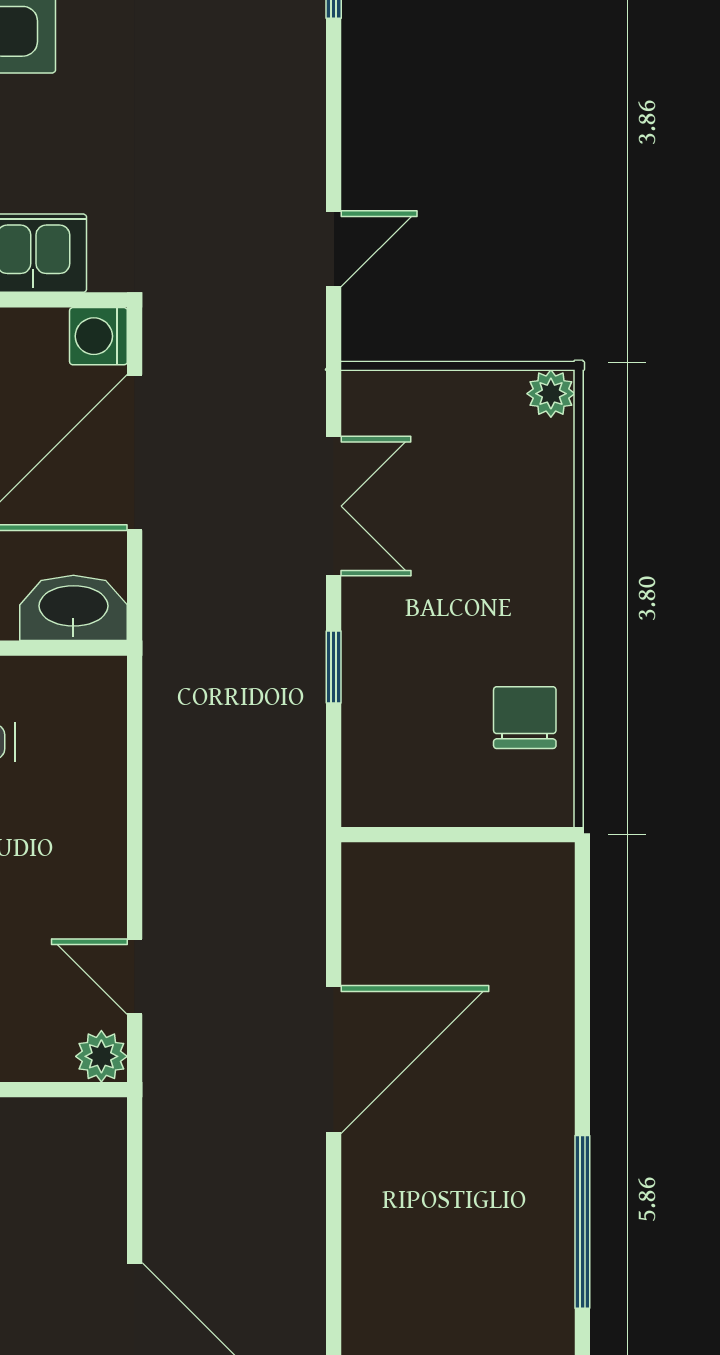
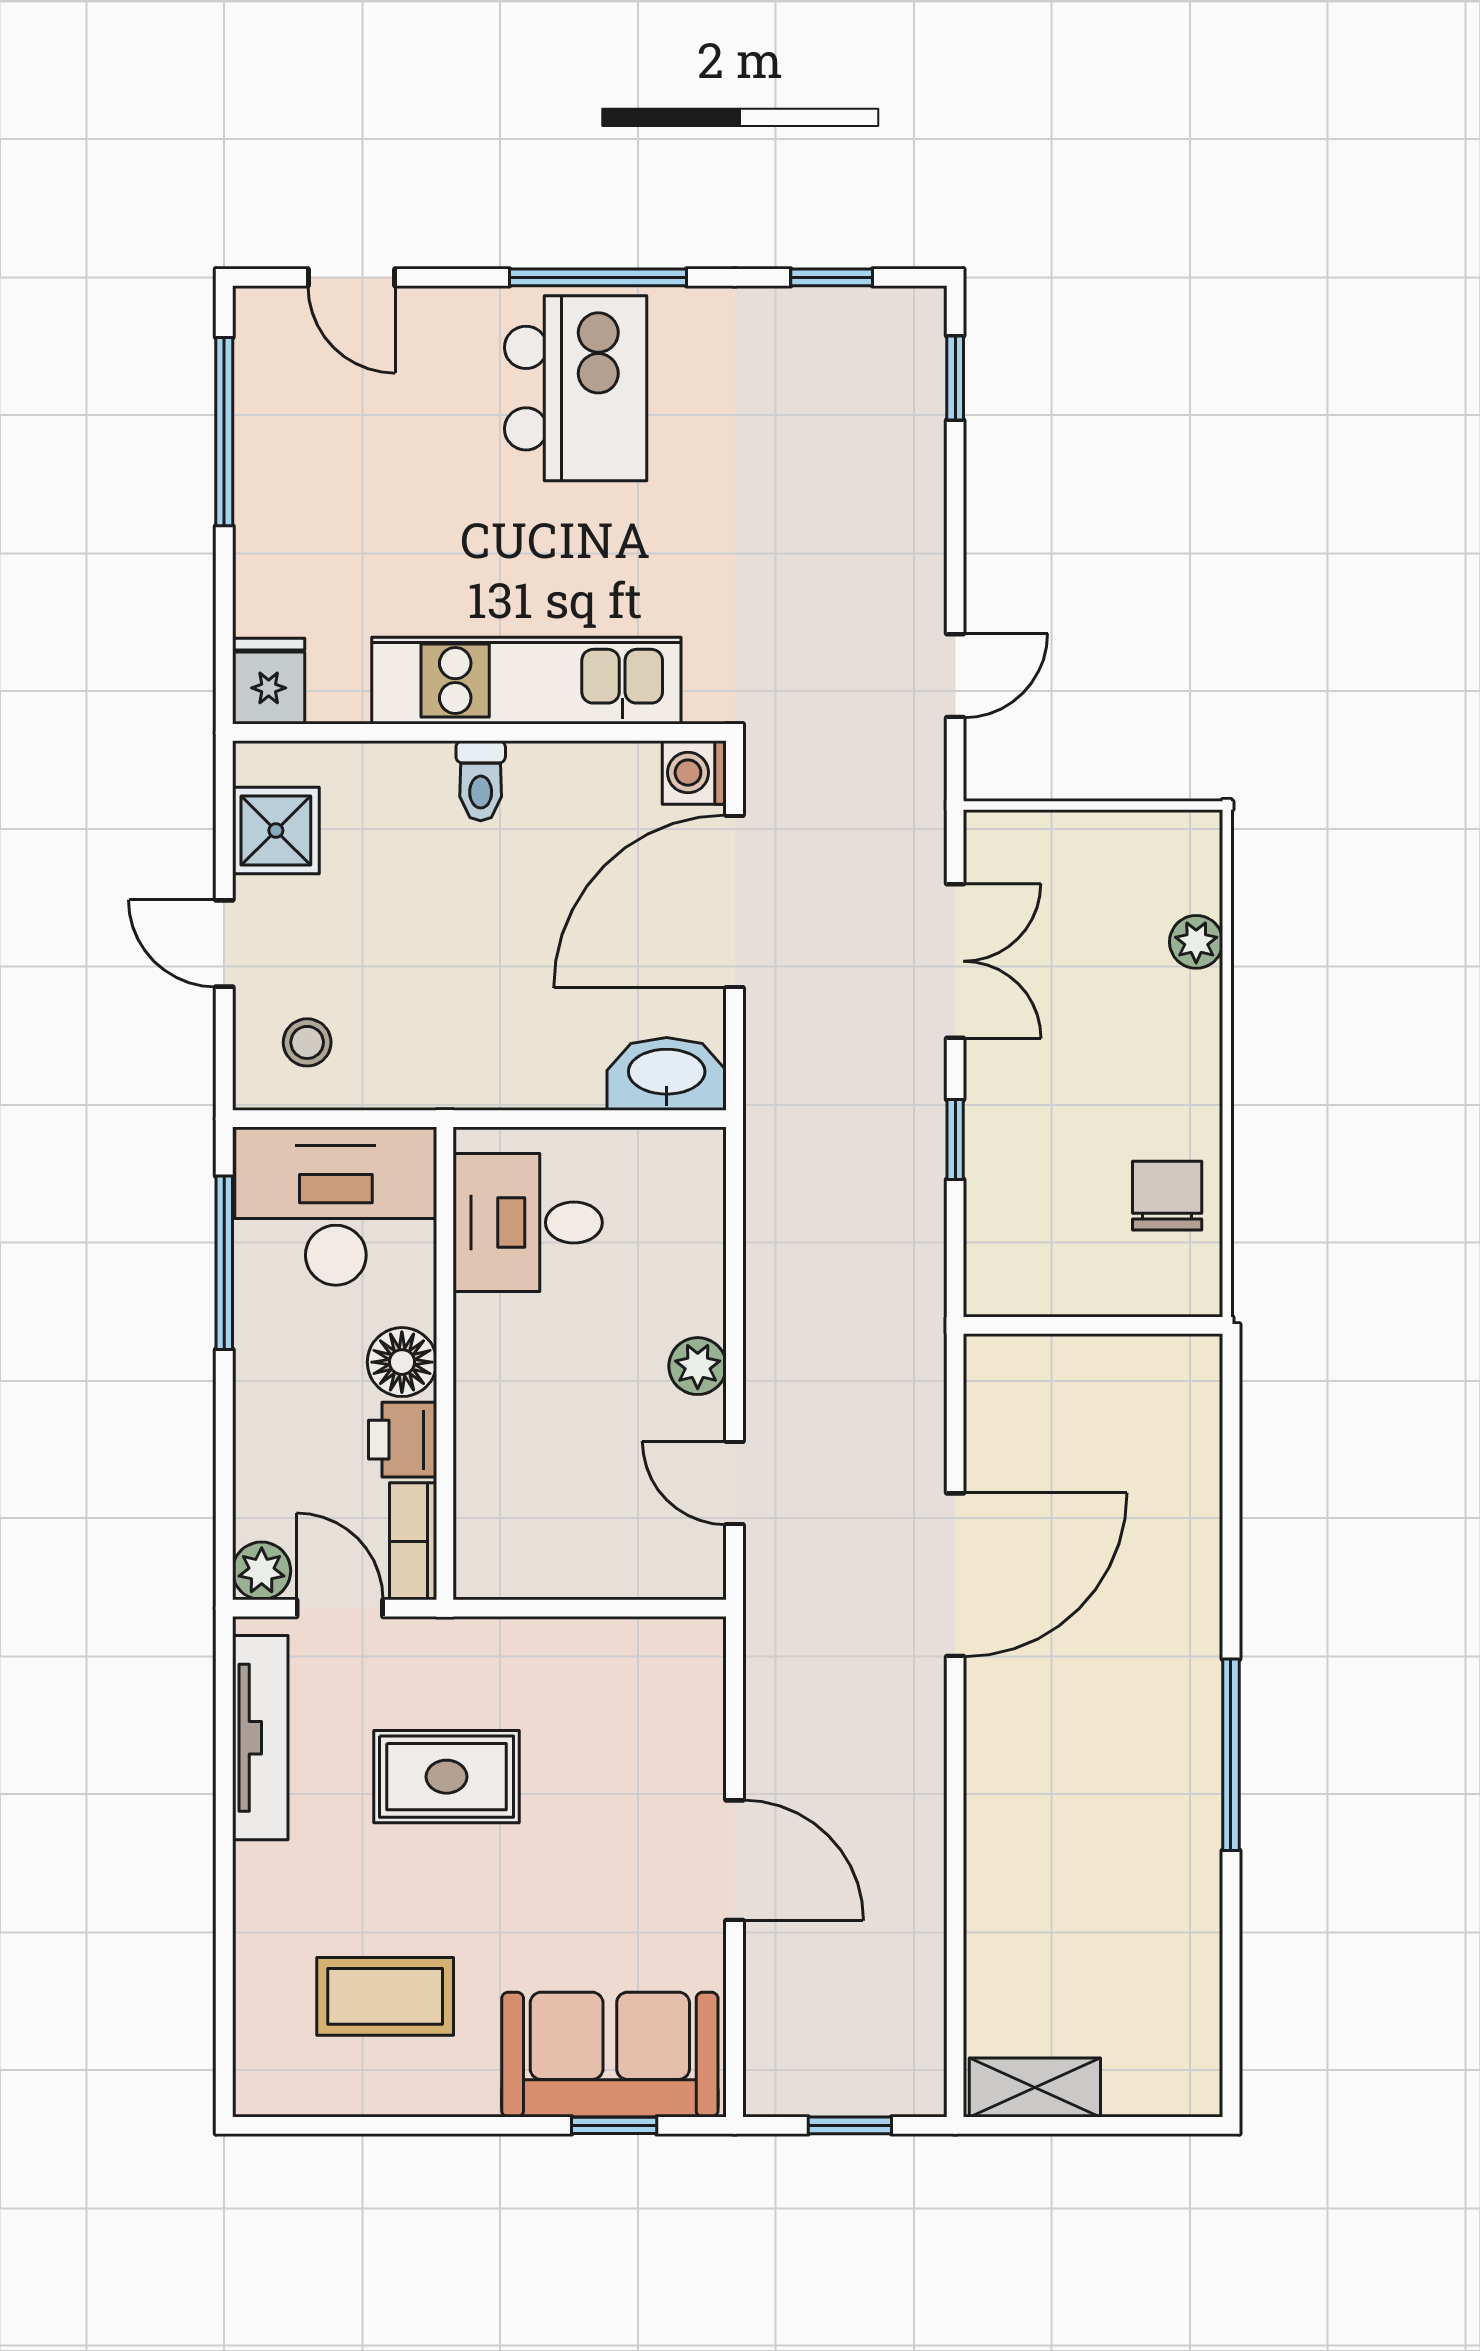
plant: (551, 394) -> (1196, 942), moved
plant: (101, 1056) -> (698, 1366), moved

